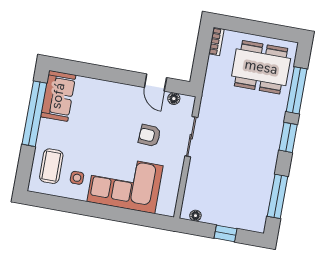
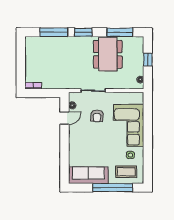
dining table: (261, 67) -> (108, 54), moved
sofa: (58, 96) -> (88, 175), width x1.36
window: (34, 114) -> (113, 188), moved

